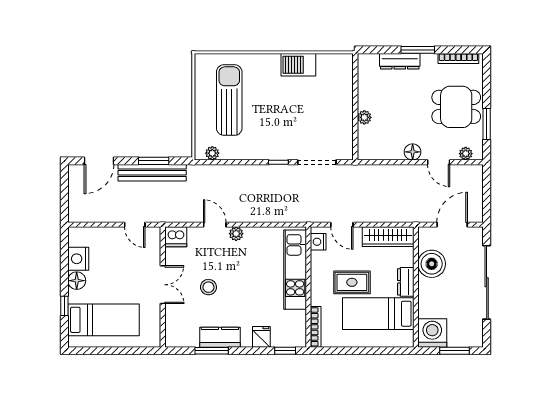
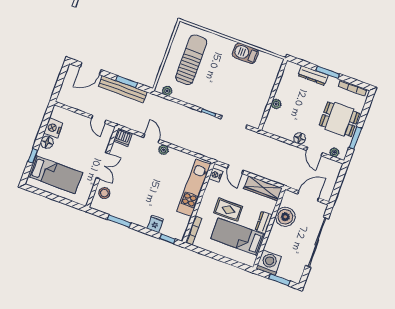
stool: (208, 287) -> (104, 193), moved
kitchen counter: (220, 337) -> (128, 214), removed

